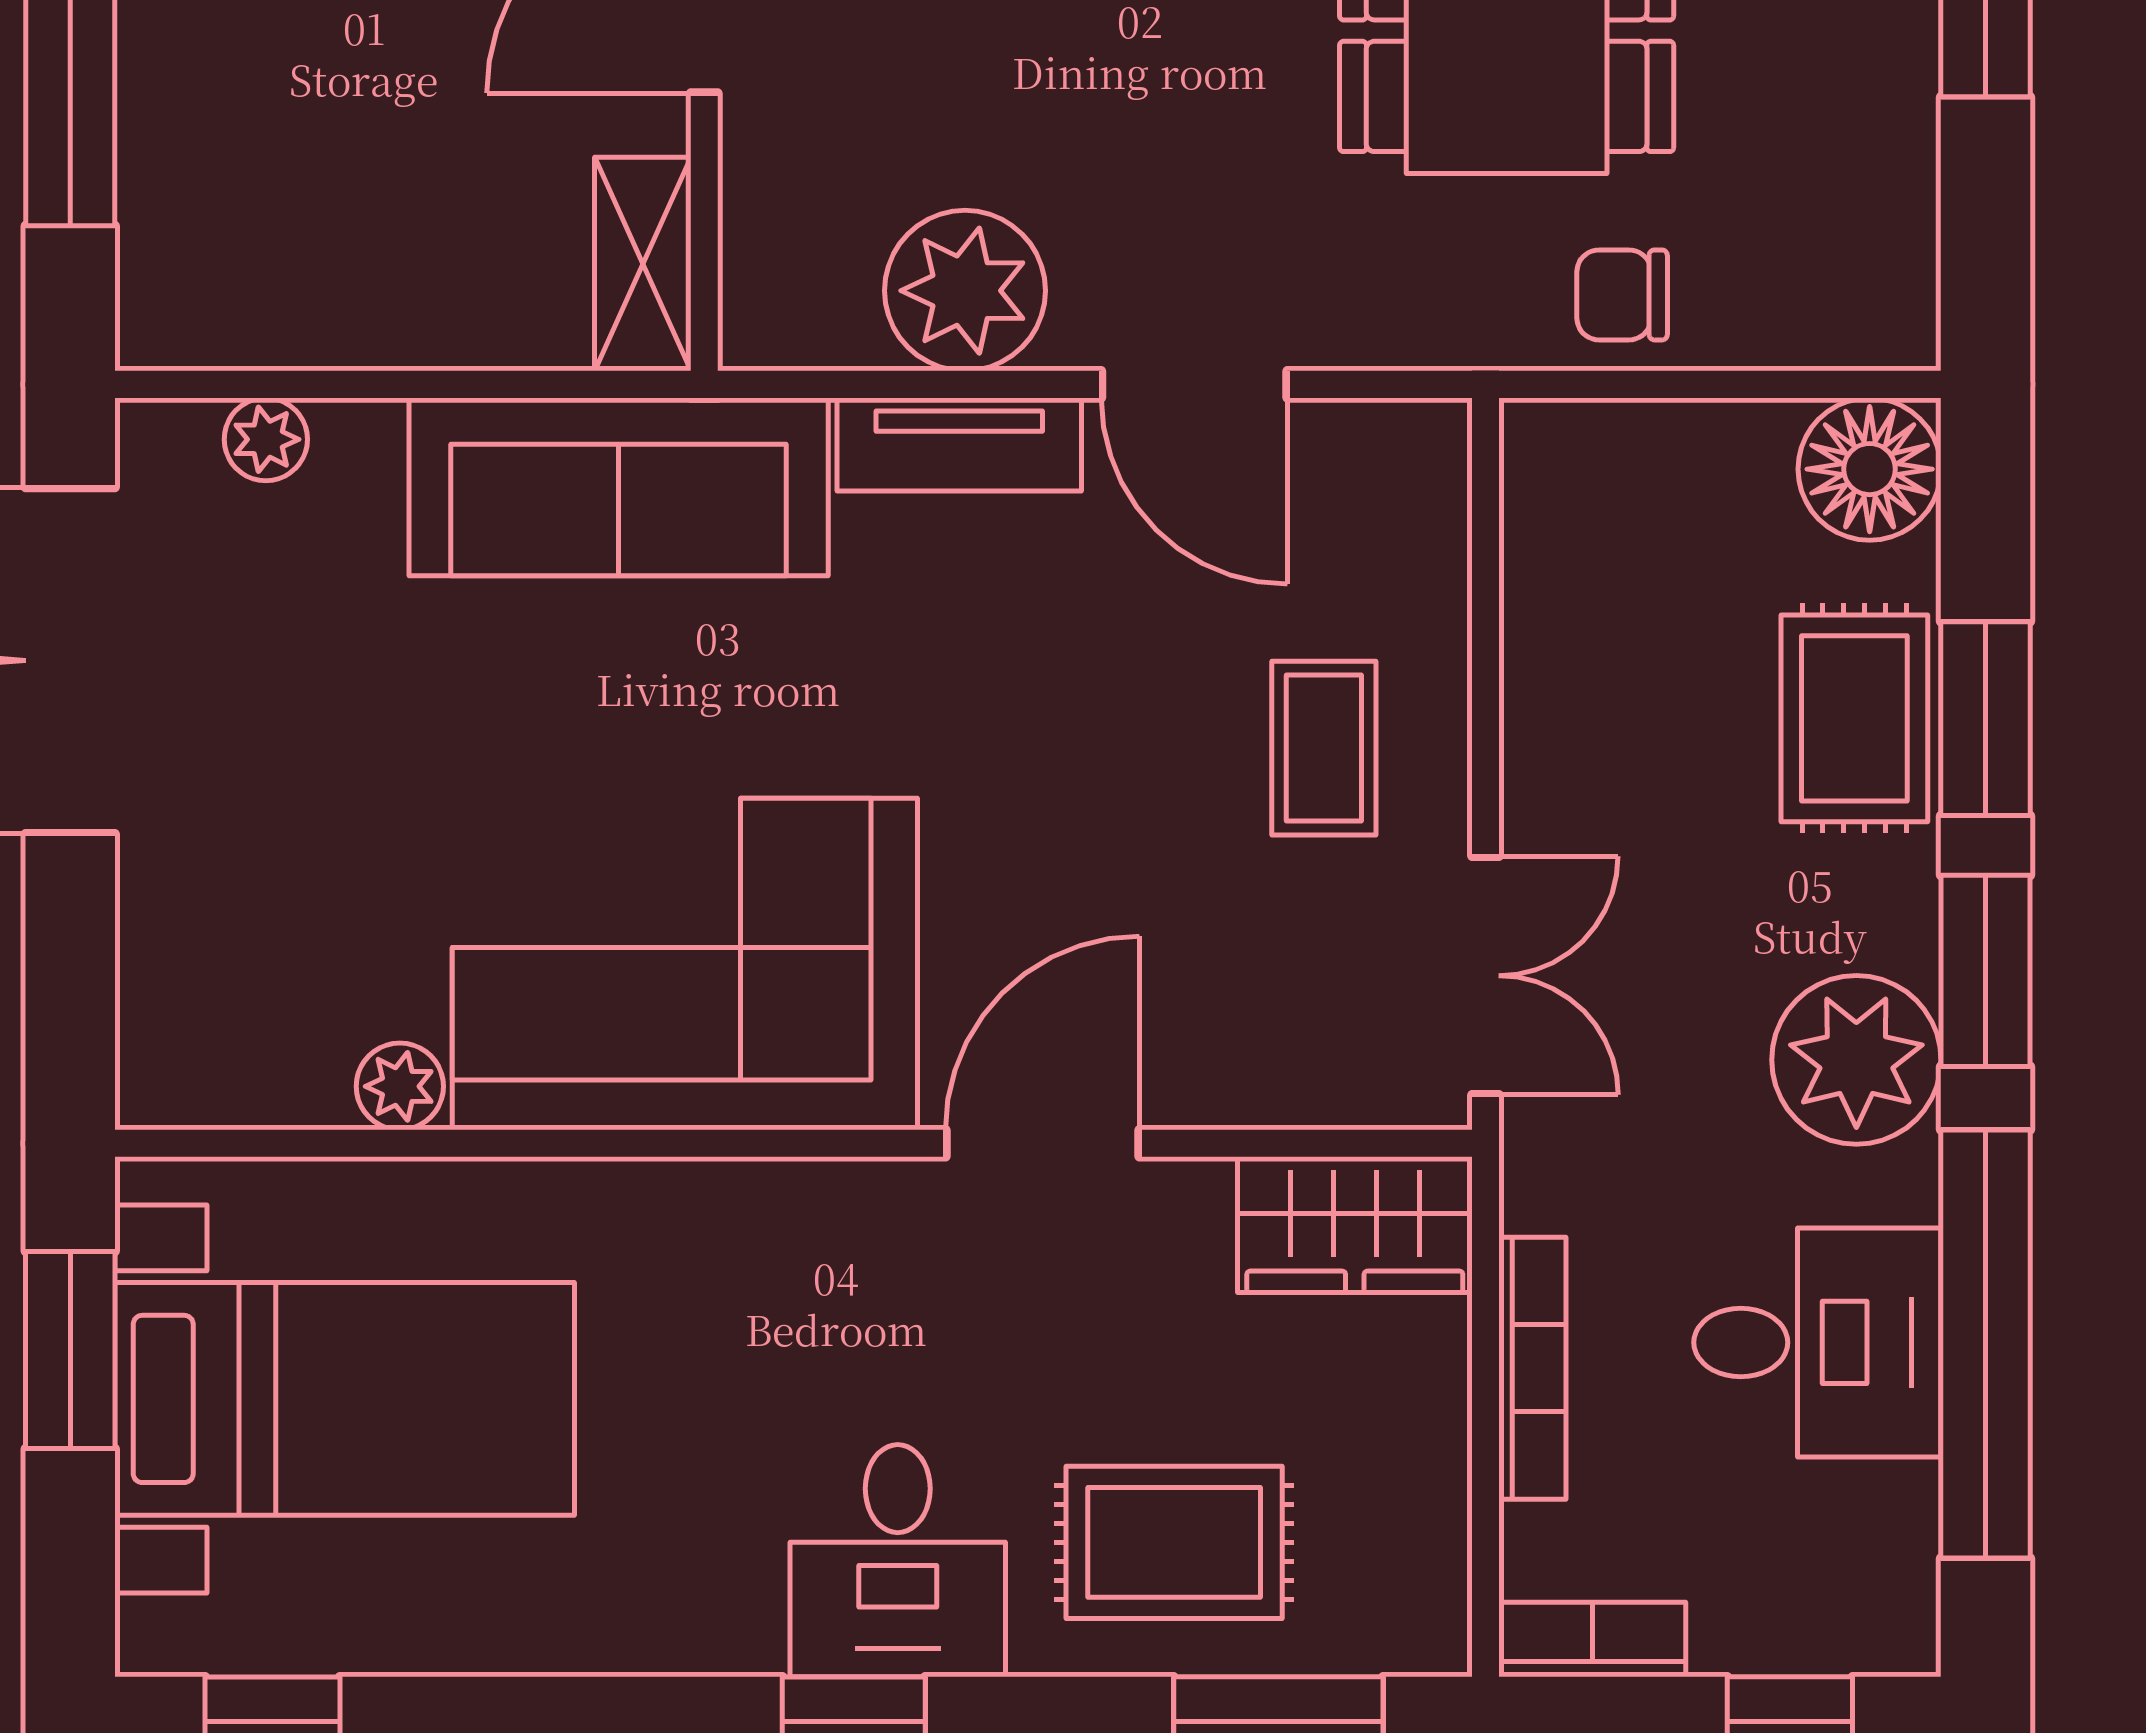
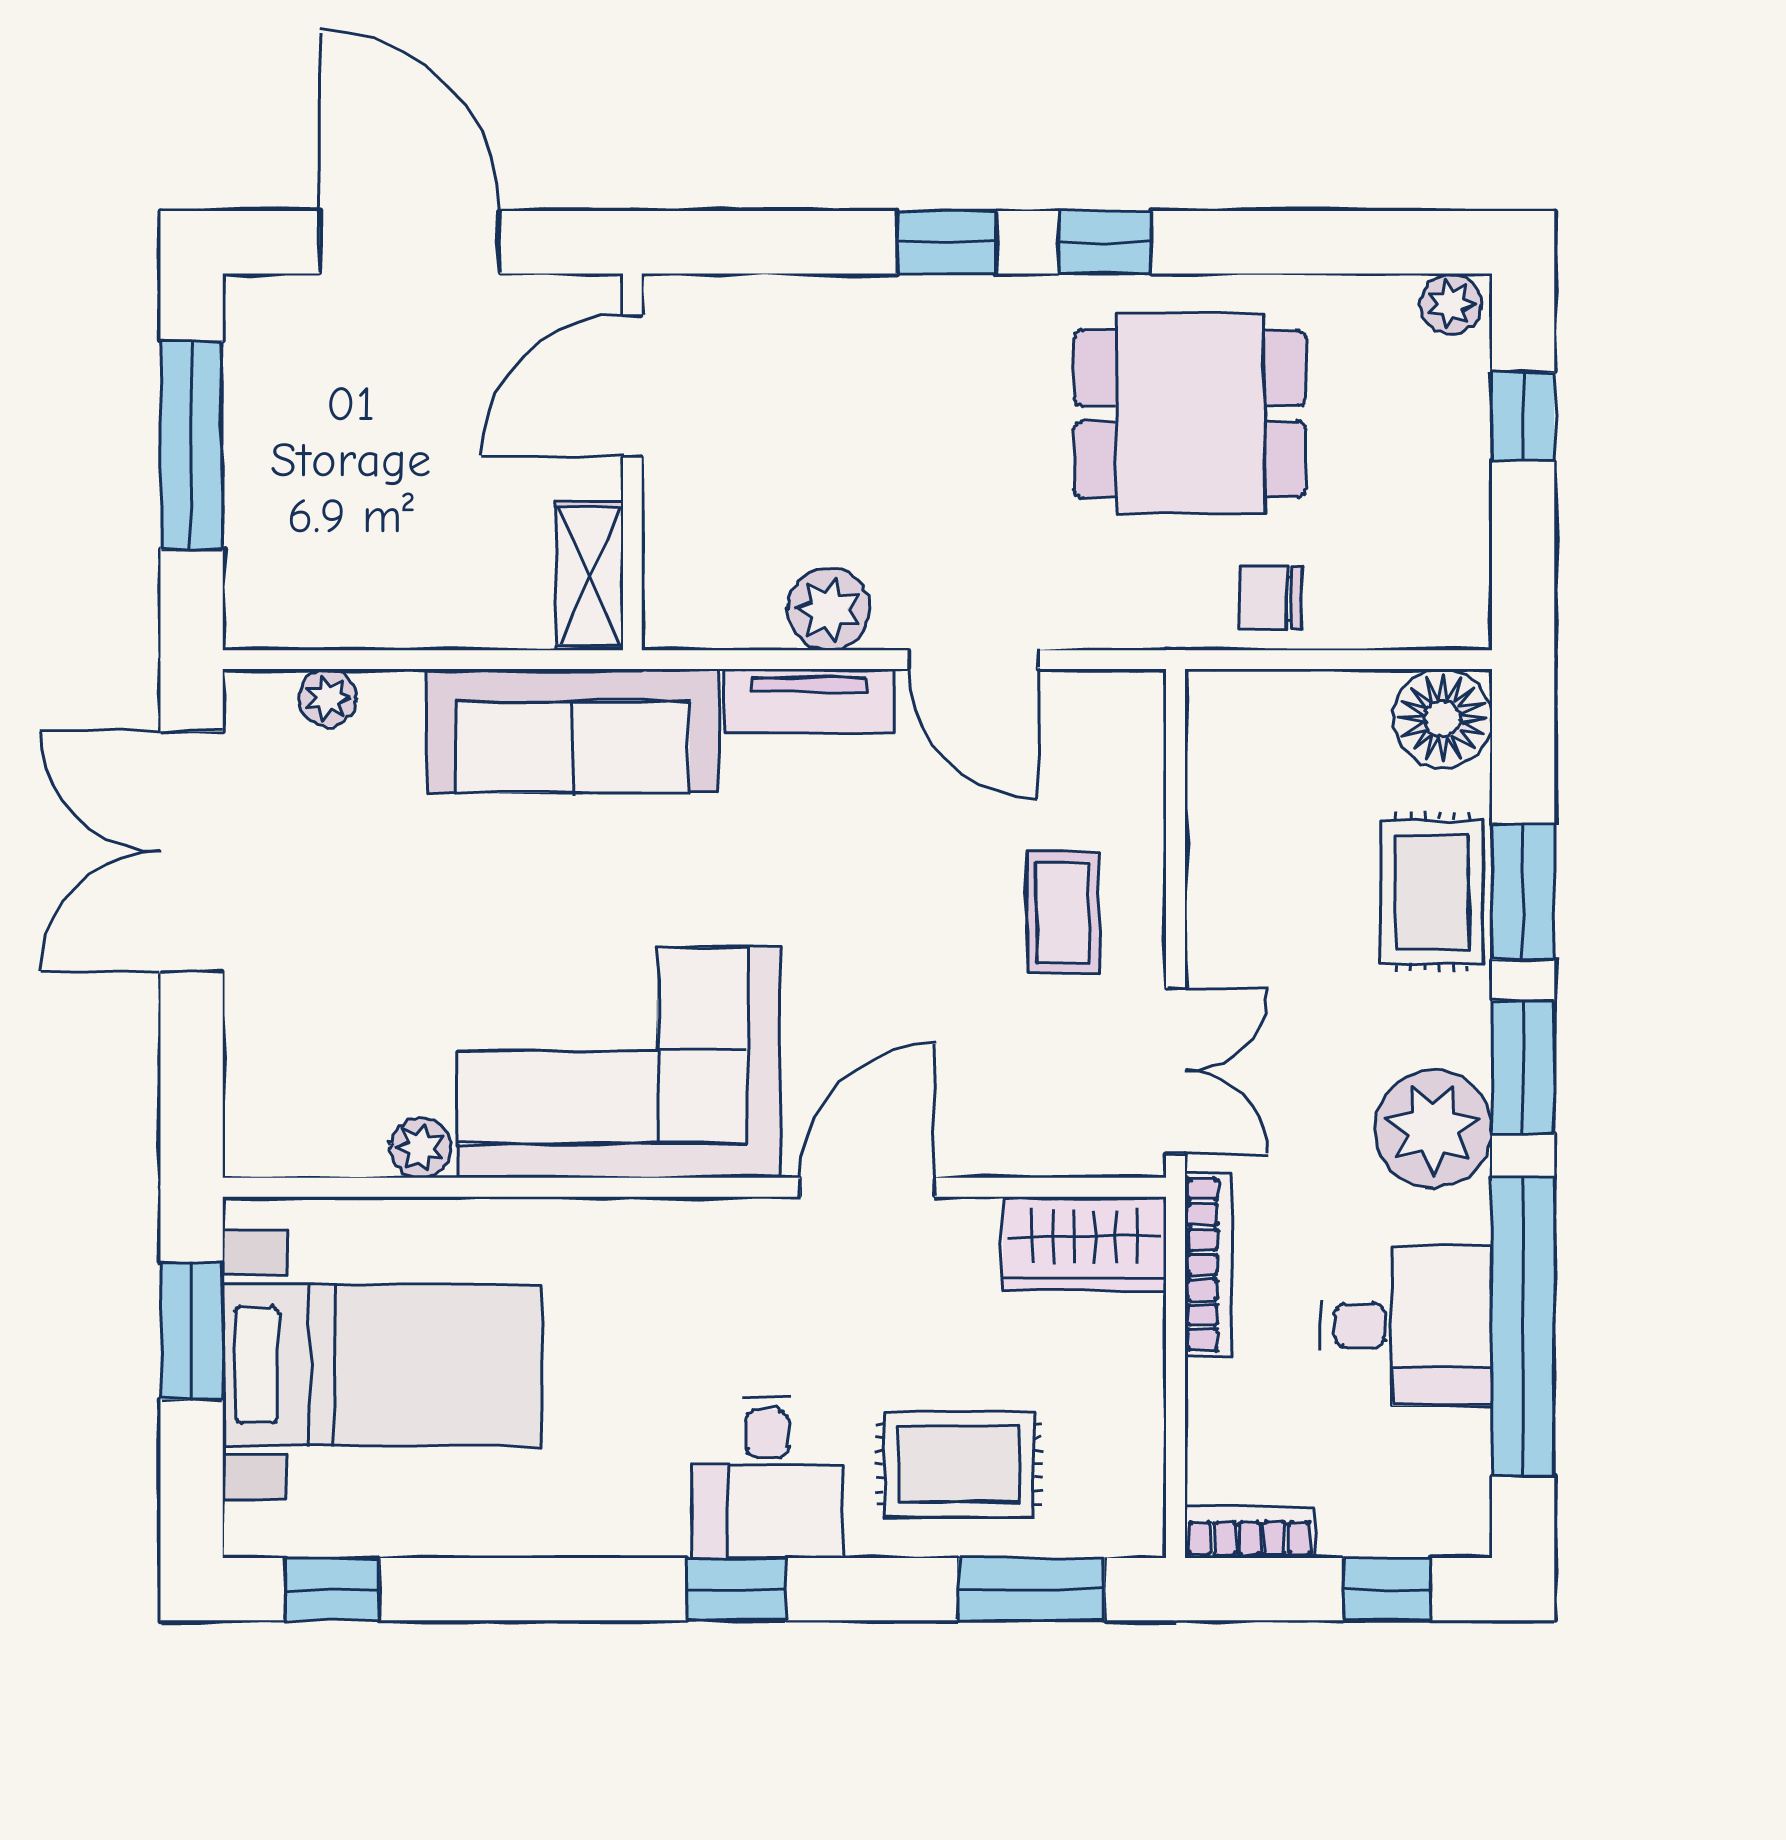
plant: (965, 291) -> (829, 609), width x0.73, depth x0.73
bookcase: (1532, 1368) -> (1208, 1265), moved

